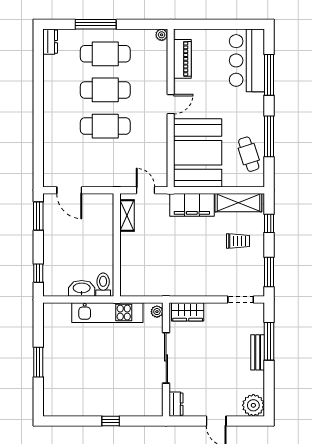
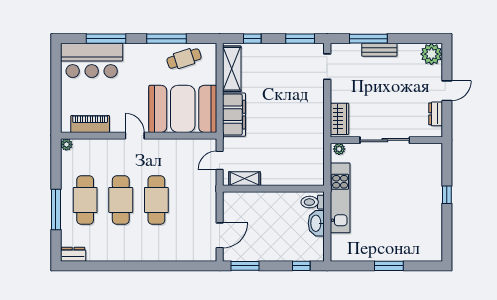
trolley: (238, 241) -> (270, 69), removed
dresser: (176, 404) -> (436, 114), moved, turned -90

